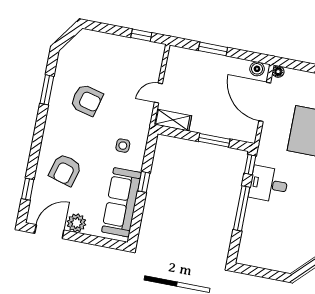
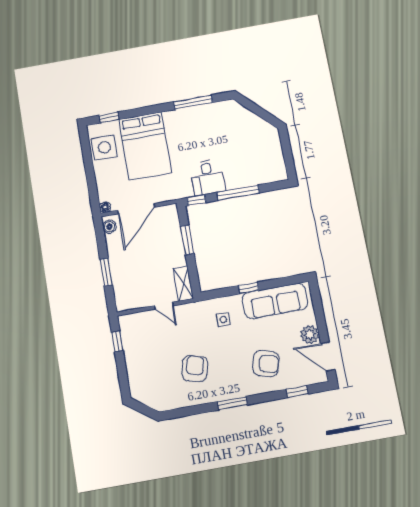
window: (47, 90) -> (232, 403), moved

